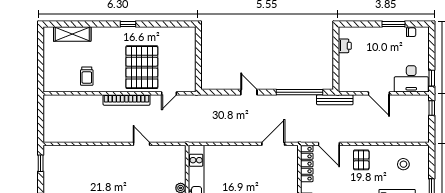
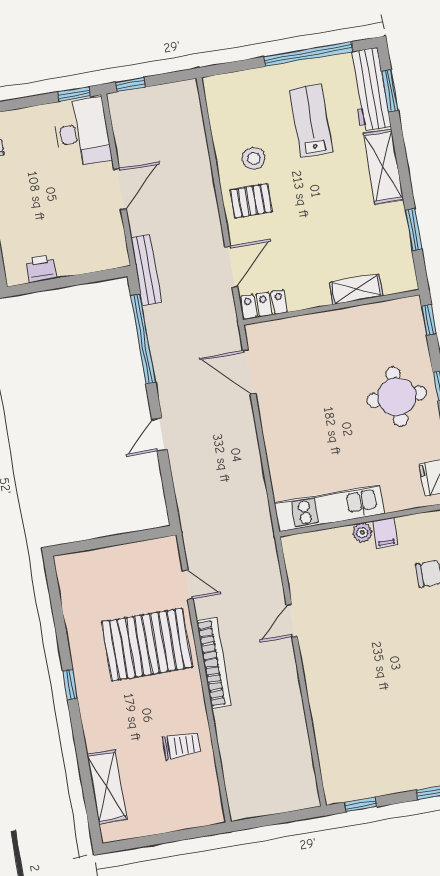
locker: (307, 164) -> (264, 304), width x0.66
stool: (403, 164) -> (254, 159), moved

